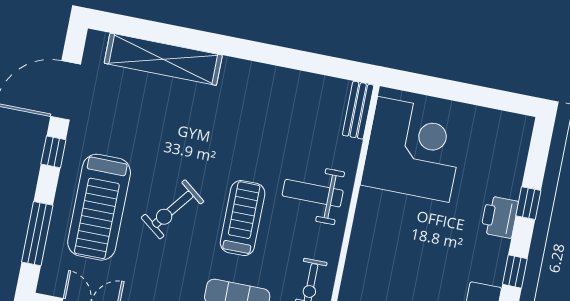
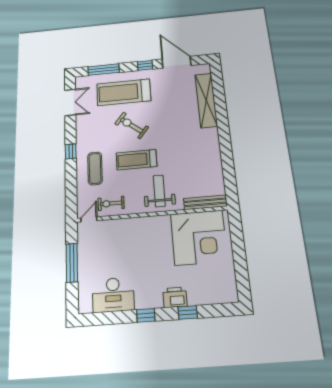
bench: (358, 110) -> (205, 202), width x1.36
treadmill: (243, 218) -> (136, 160), turned 180

